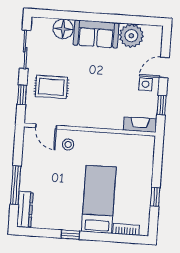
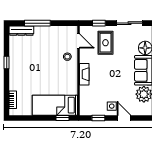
fireplace: (140, 125) -> (84, 74), moved
door: (46, 127) -> (78, 41), swing flipped
window: (155, 197) -> (63, 118), moved
bed: (99, 199) -> (55, 105), moved, turned 180

